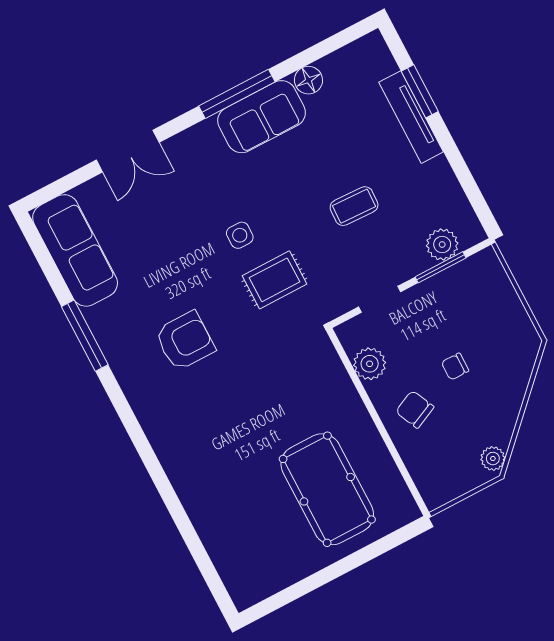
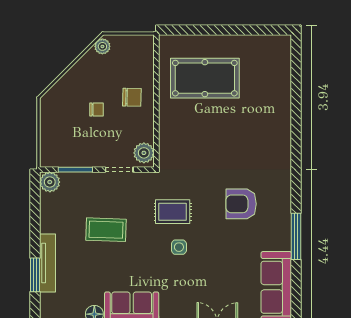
coffee table: (354, 206) -> (106, 230), width x1.36, depth x1.30
plant: (442, 245) -> (50, 182), moved
plant: (370, 364) -> (144, 153), moved
chair: (415, 409) -> (132, 97), turned -64
pool table: (327, 489) -> (205, 78), turned 90

